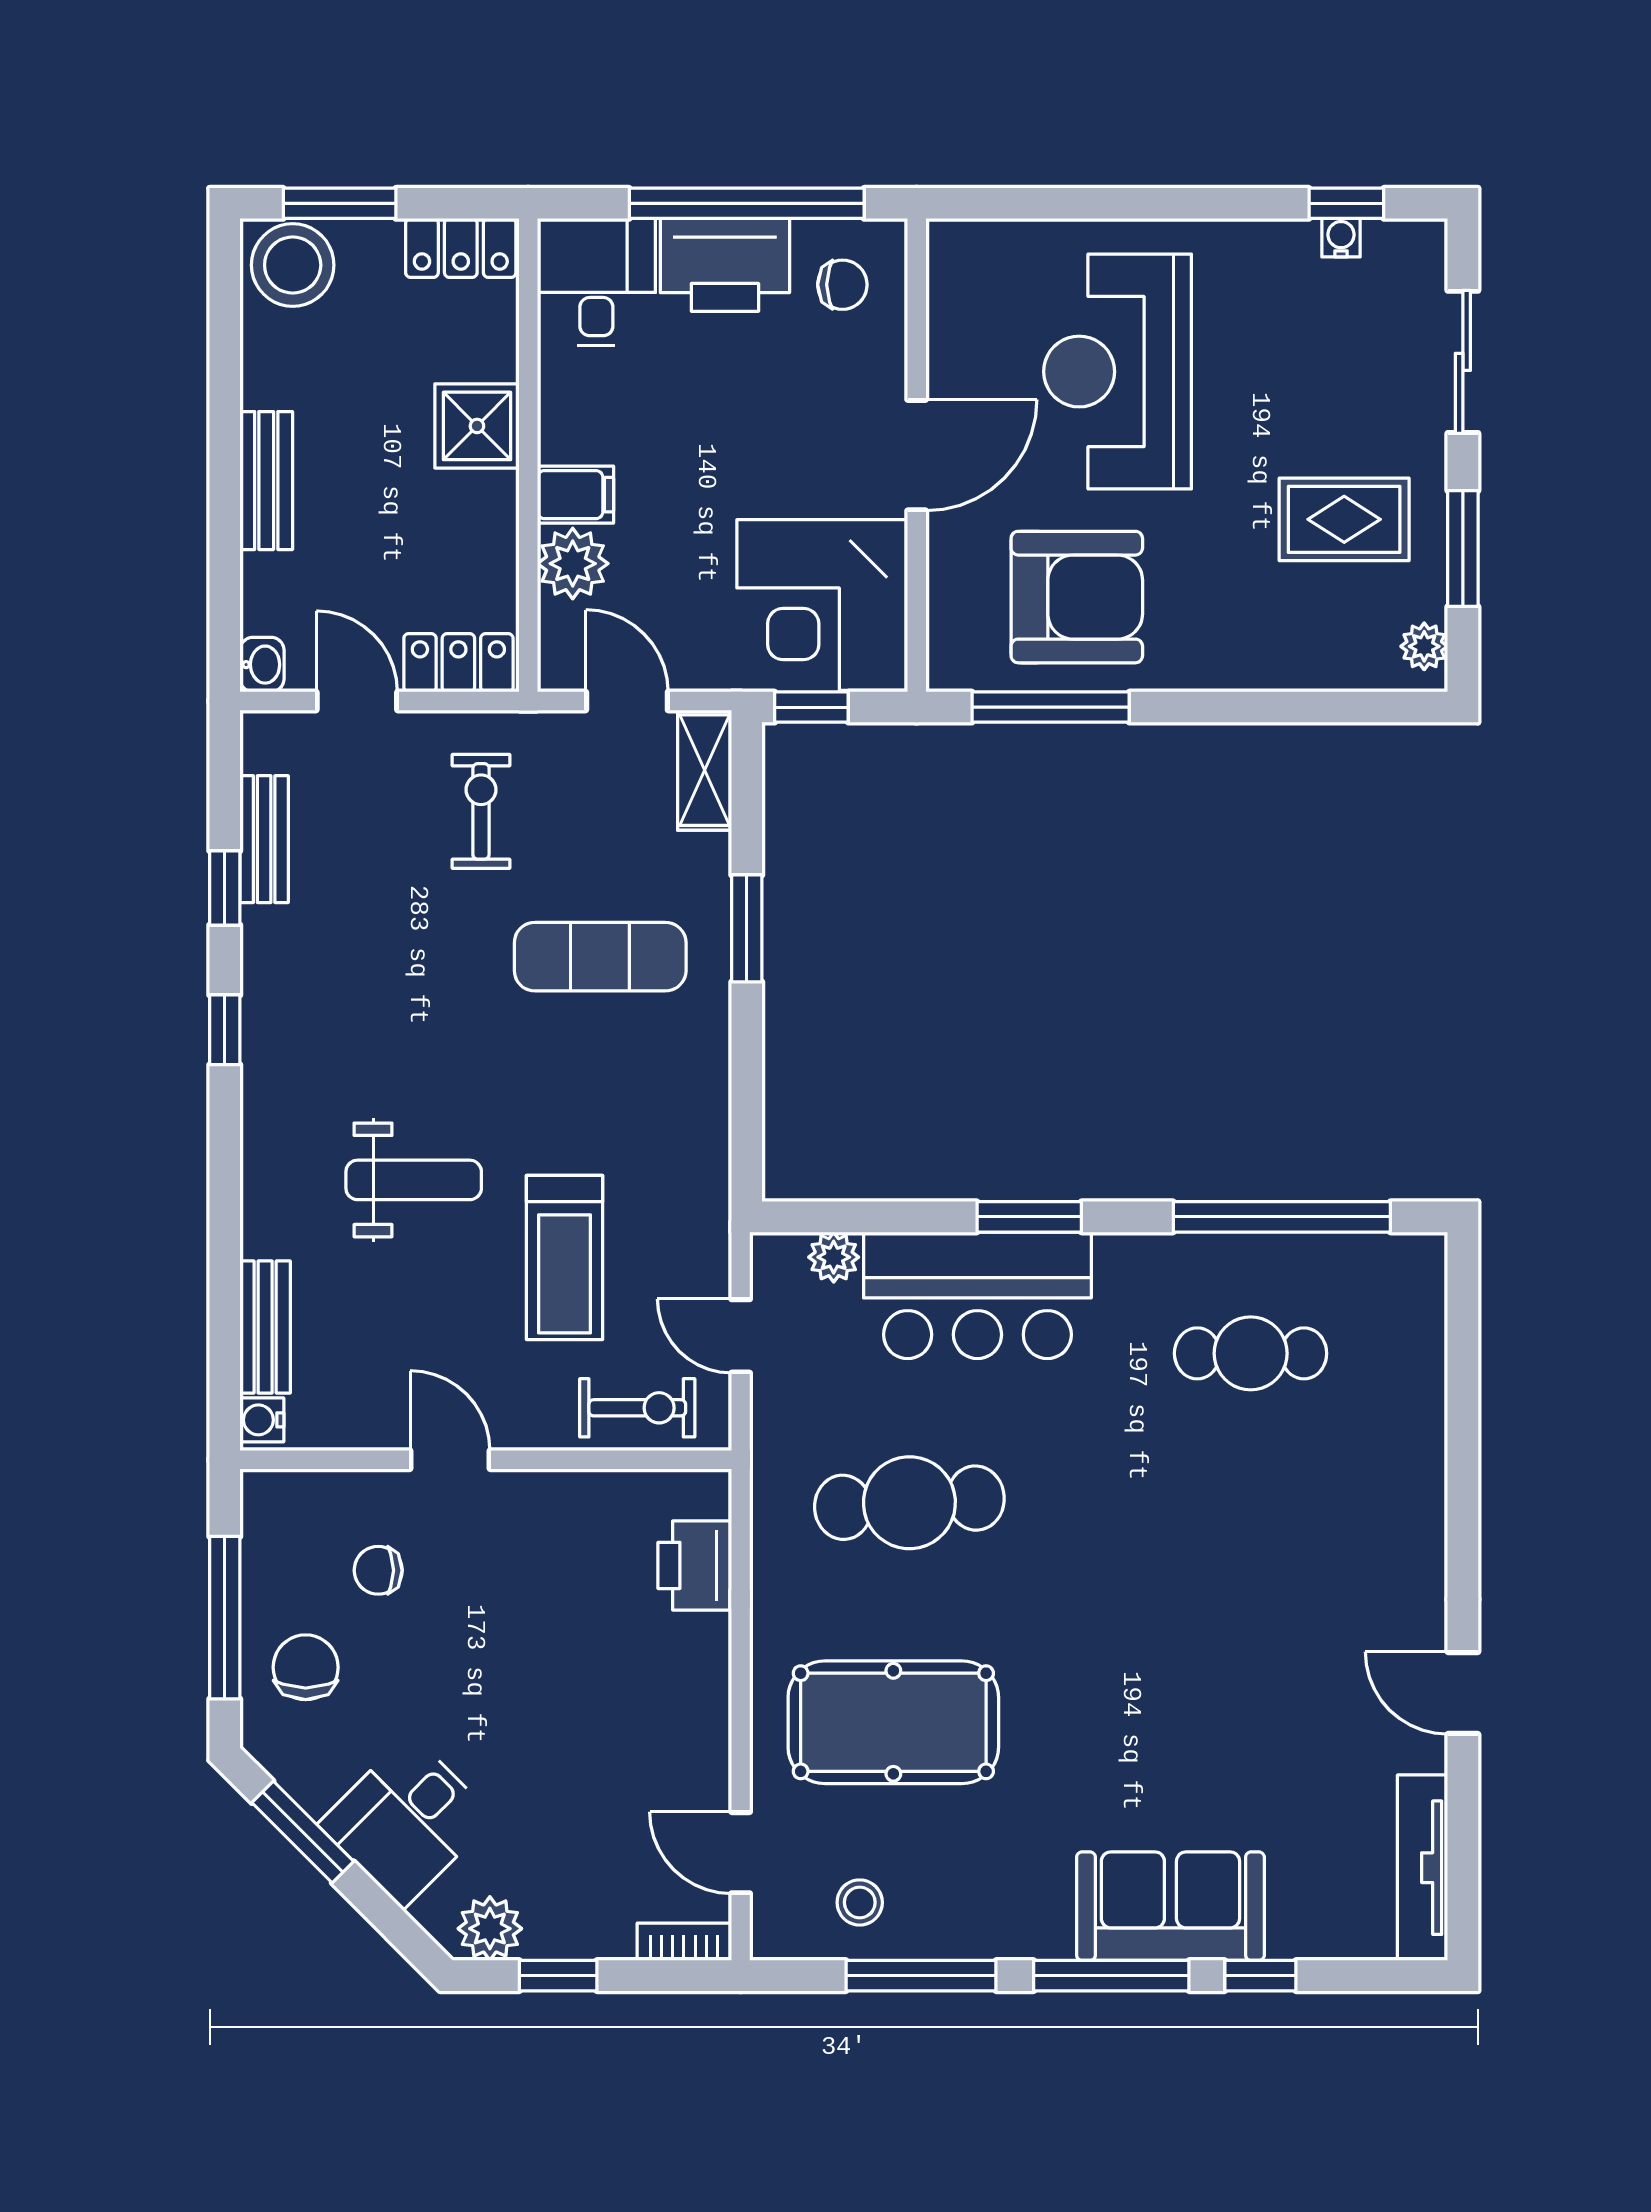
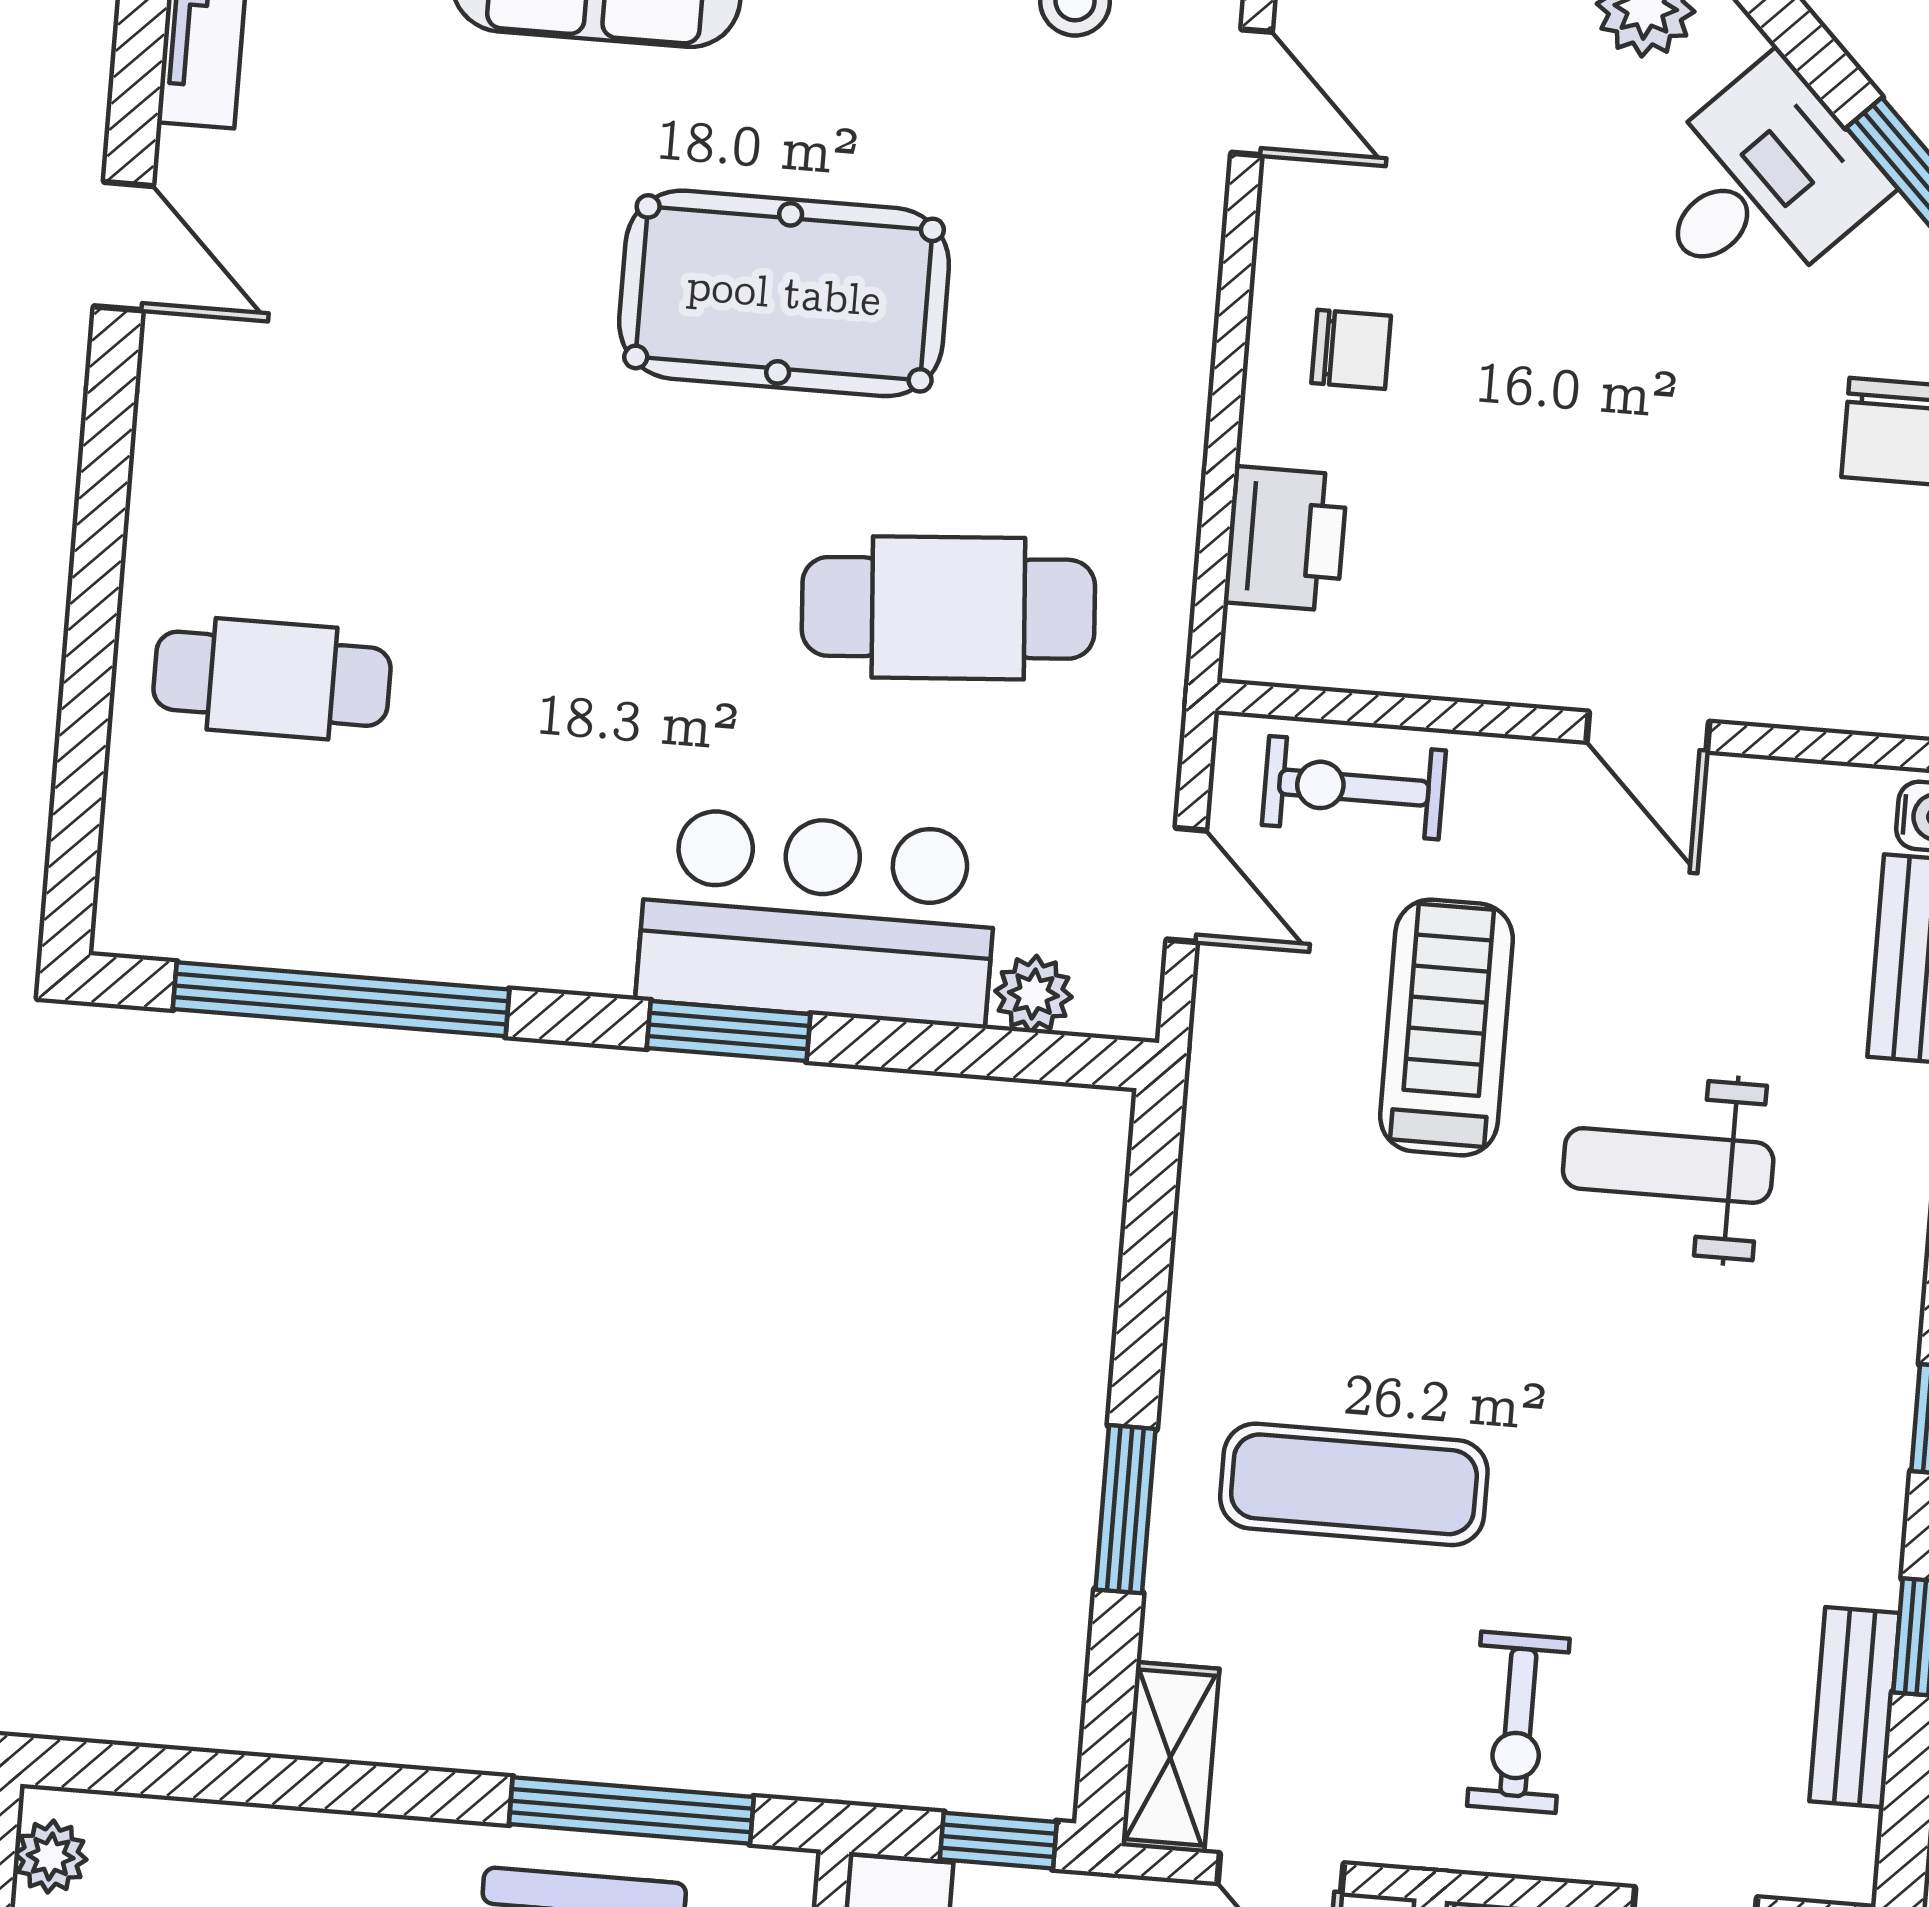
cafe table: (1251, 1353) -> (272, 679), moved
chair: (378, 1570) -> (1351, 349), moved
pool table: (893, 1722) -> (784, 293), moved

